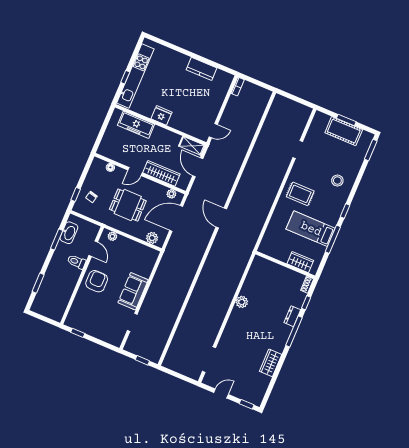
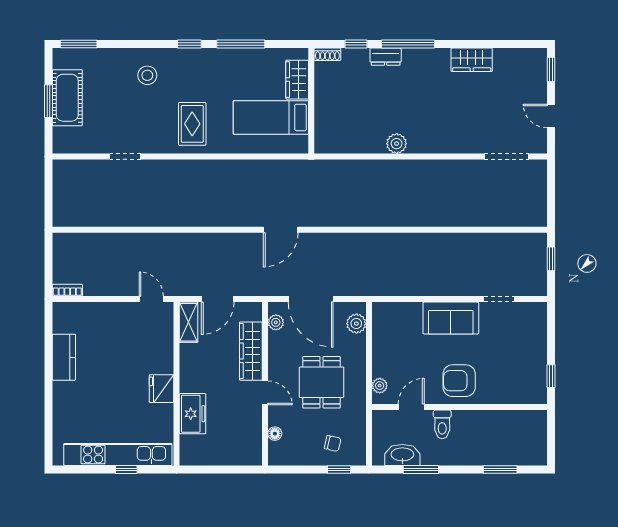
freezer: (136, 125) -> (193, 414), width x0.71
bed: (311, 229) -> (271, 117), moved, turned 90

